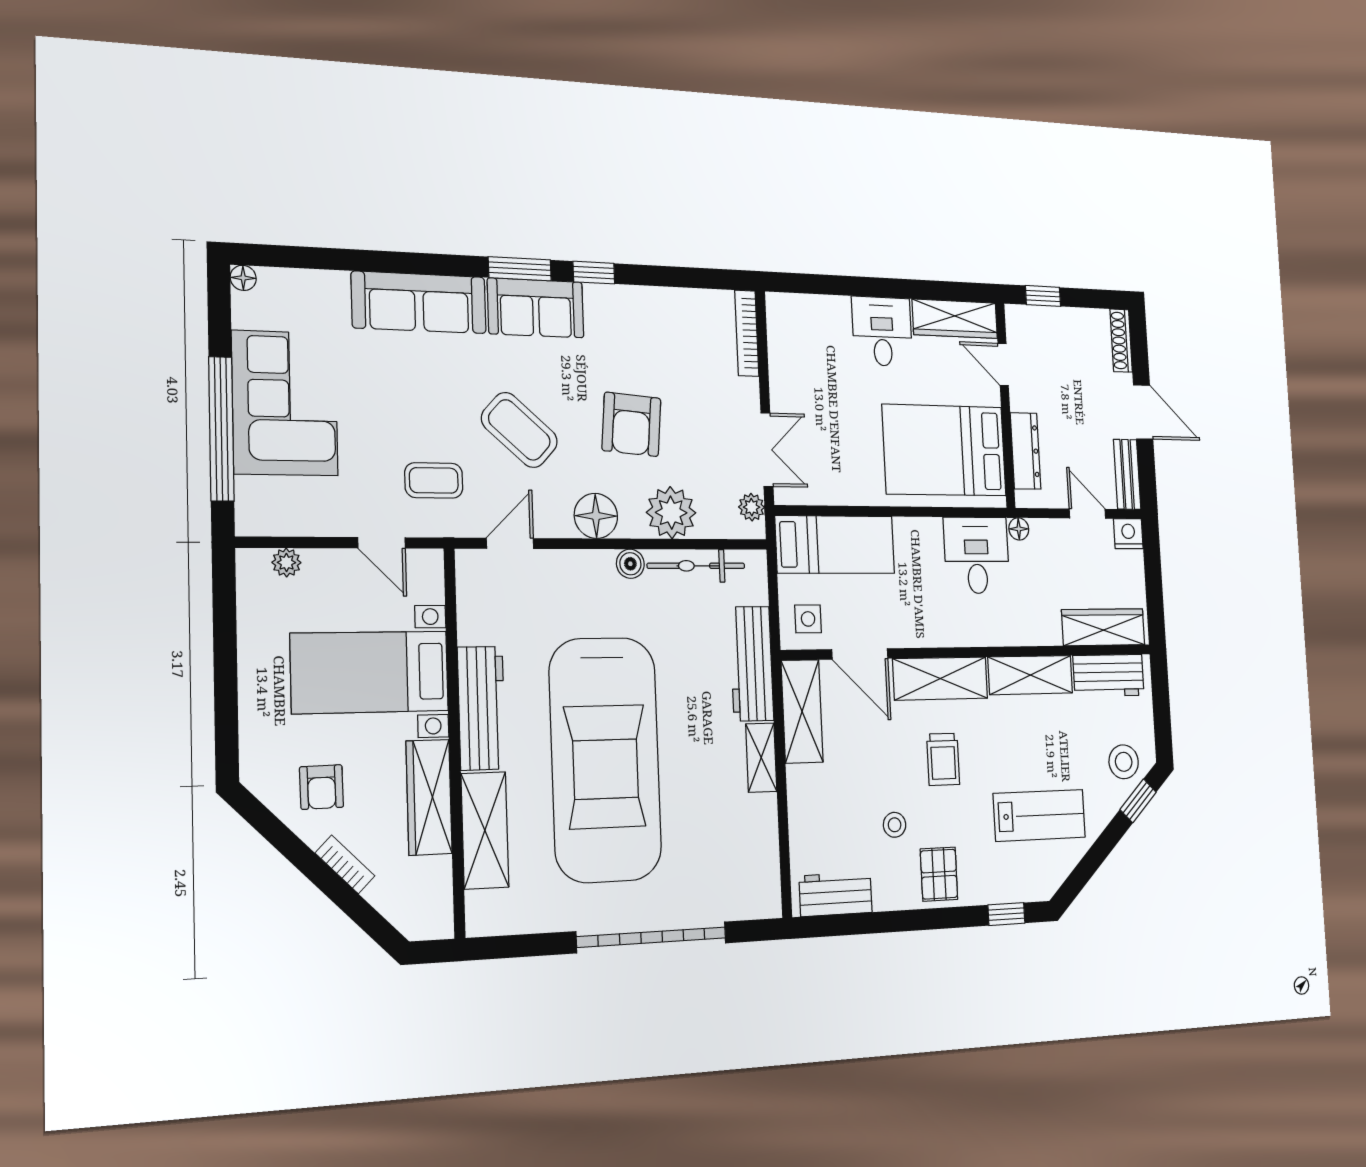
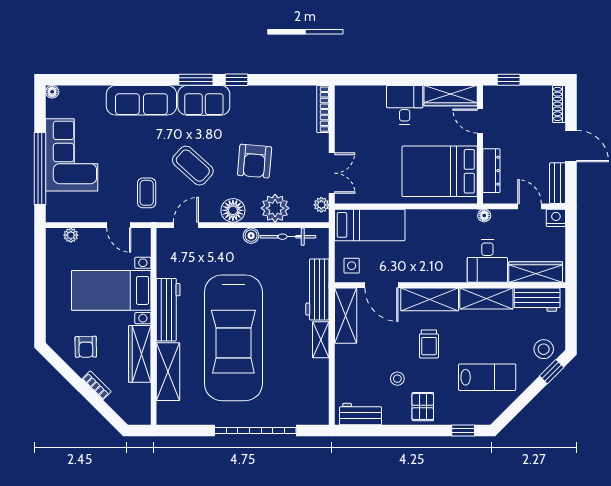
coffee table: (434, 480) -> (147, 193), turned 90
desk: (977, 555) -> (487, 261), moved, turned 180

